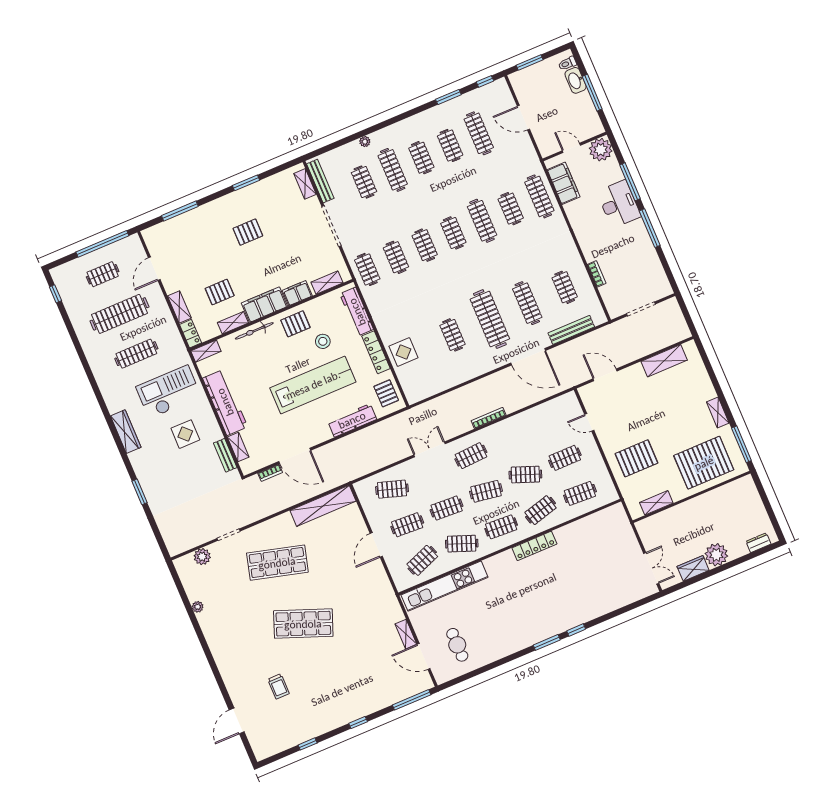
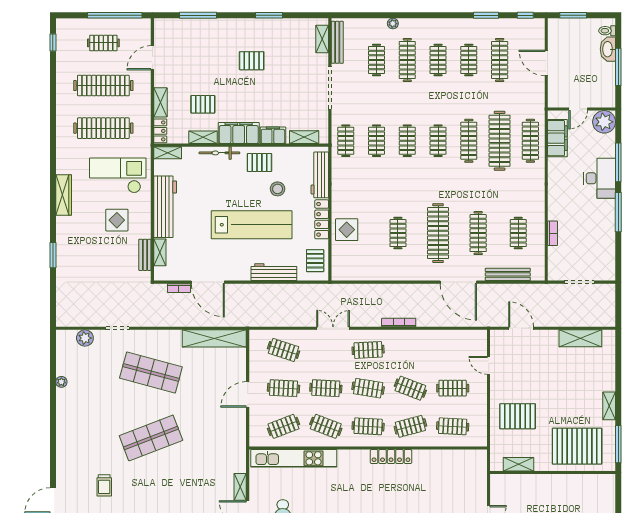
door: (571, 148) -> (578, 109), swing flipped
clothes rail: (511, 209) -> (500, 141), width x1.86, depth x1.31
clothes rail: (136, 354) -> (103, 128), width x1.37, depth x1.31
shop shelf: (303, 624) -> (151, 438), turned -42

